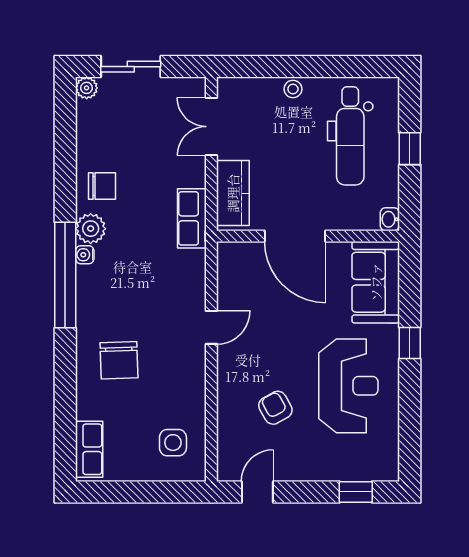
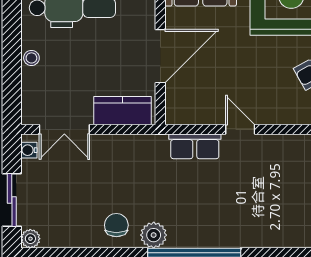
row of seats: (192, 218) -> (195, 146), moved
water cooler: (85, 255) -> (29, 150), moved, turned 90
chair: (119, 360) -> (269, 210), removed

